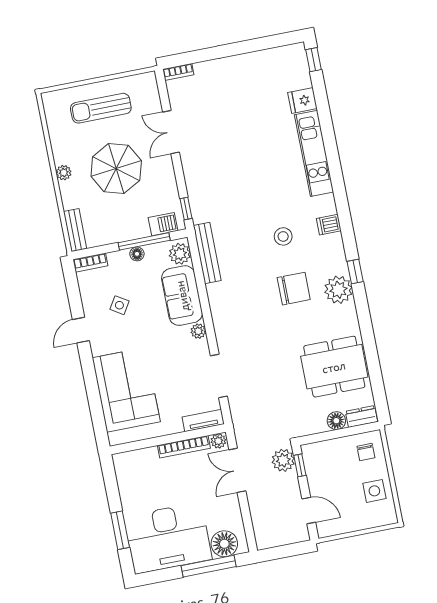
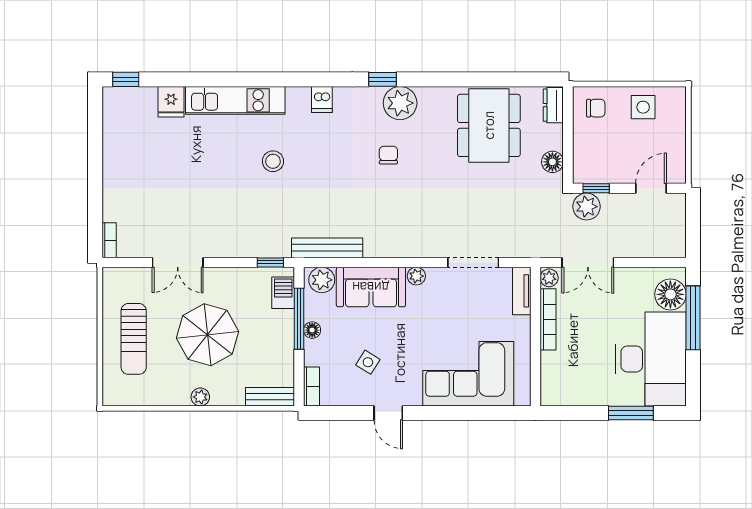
stool: (283, 236) -> (273, 161), moved
chair: (294, 289) -> (388, 155), width x0.54, depth x0.54
floor lamp: (336, 421) -> (552, 162), moved

